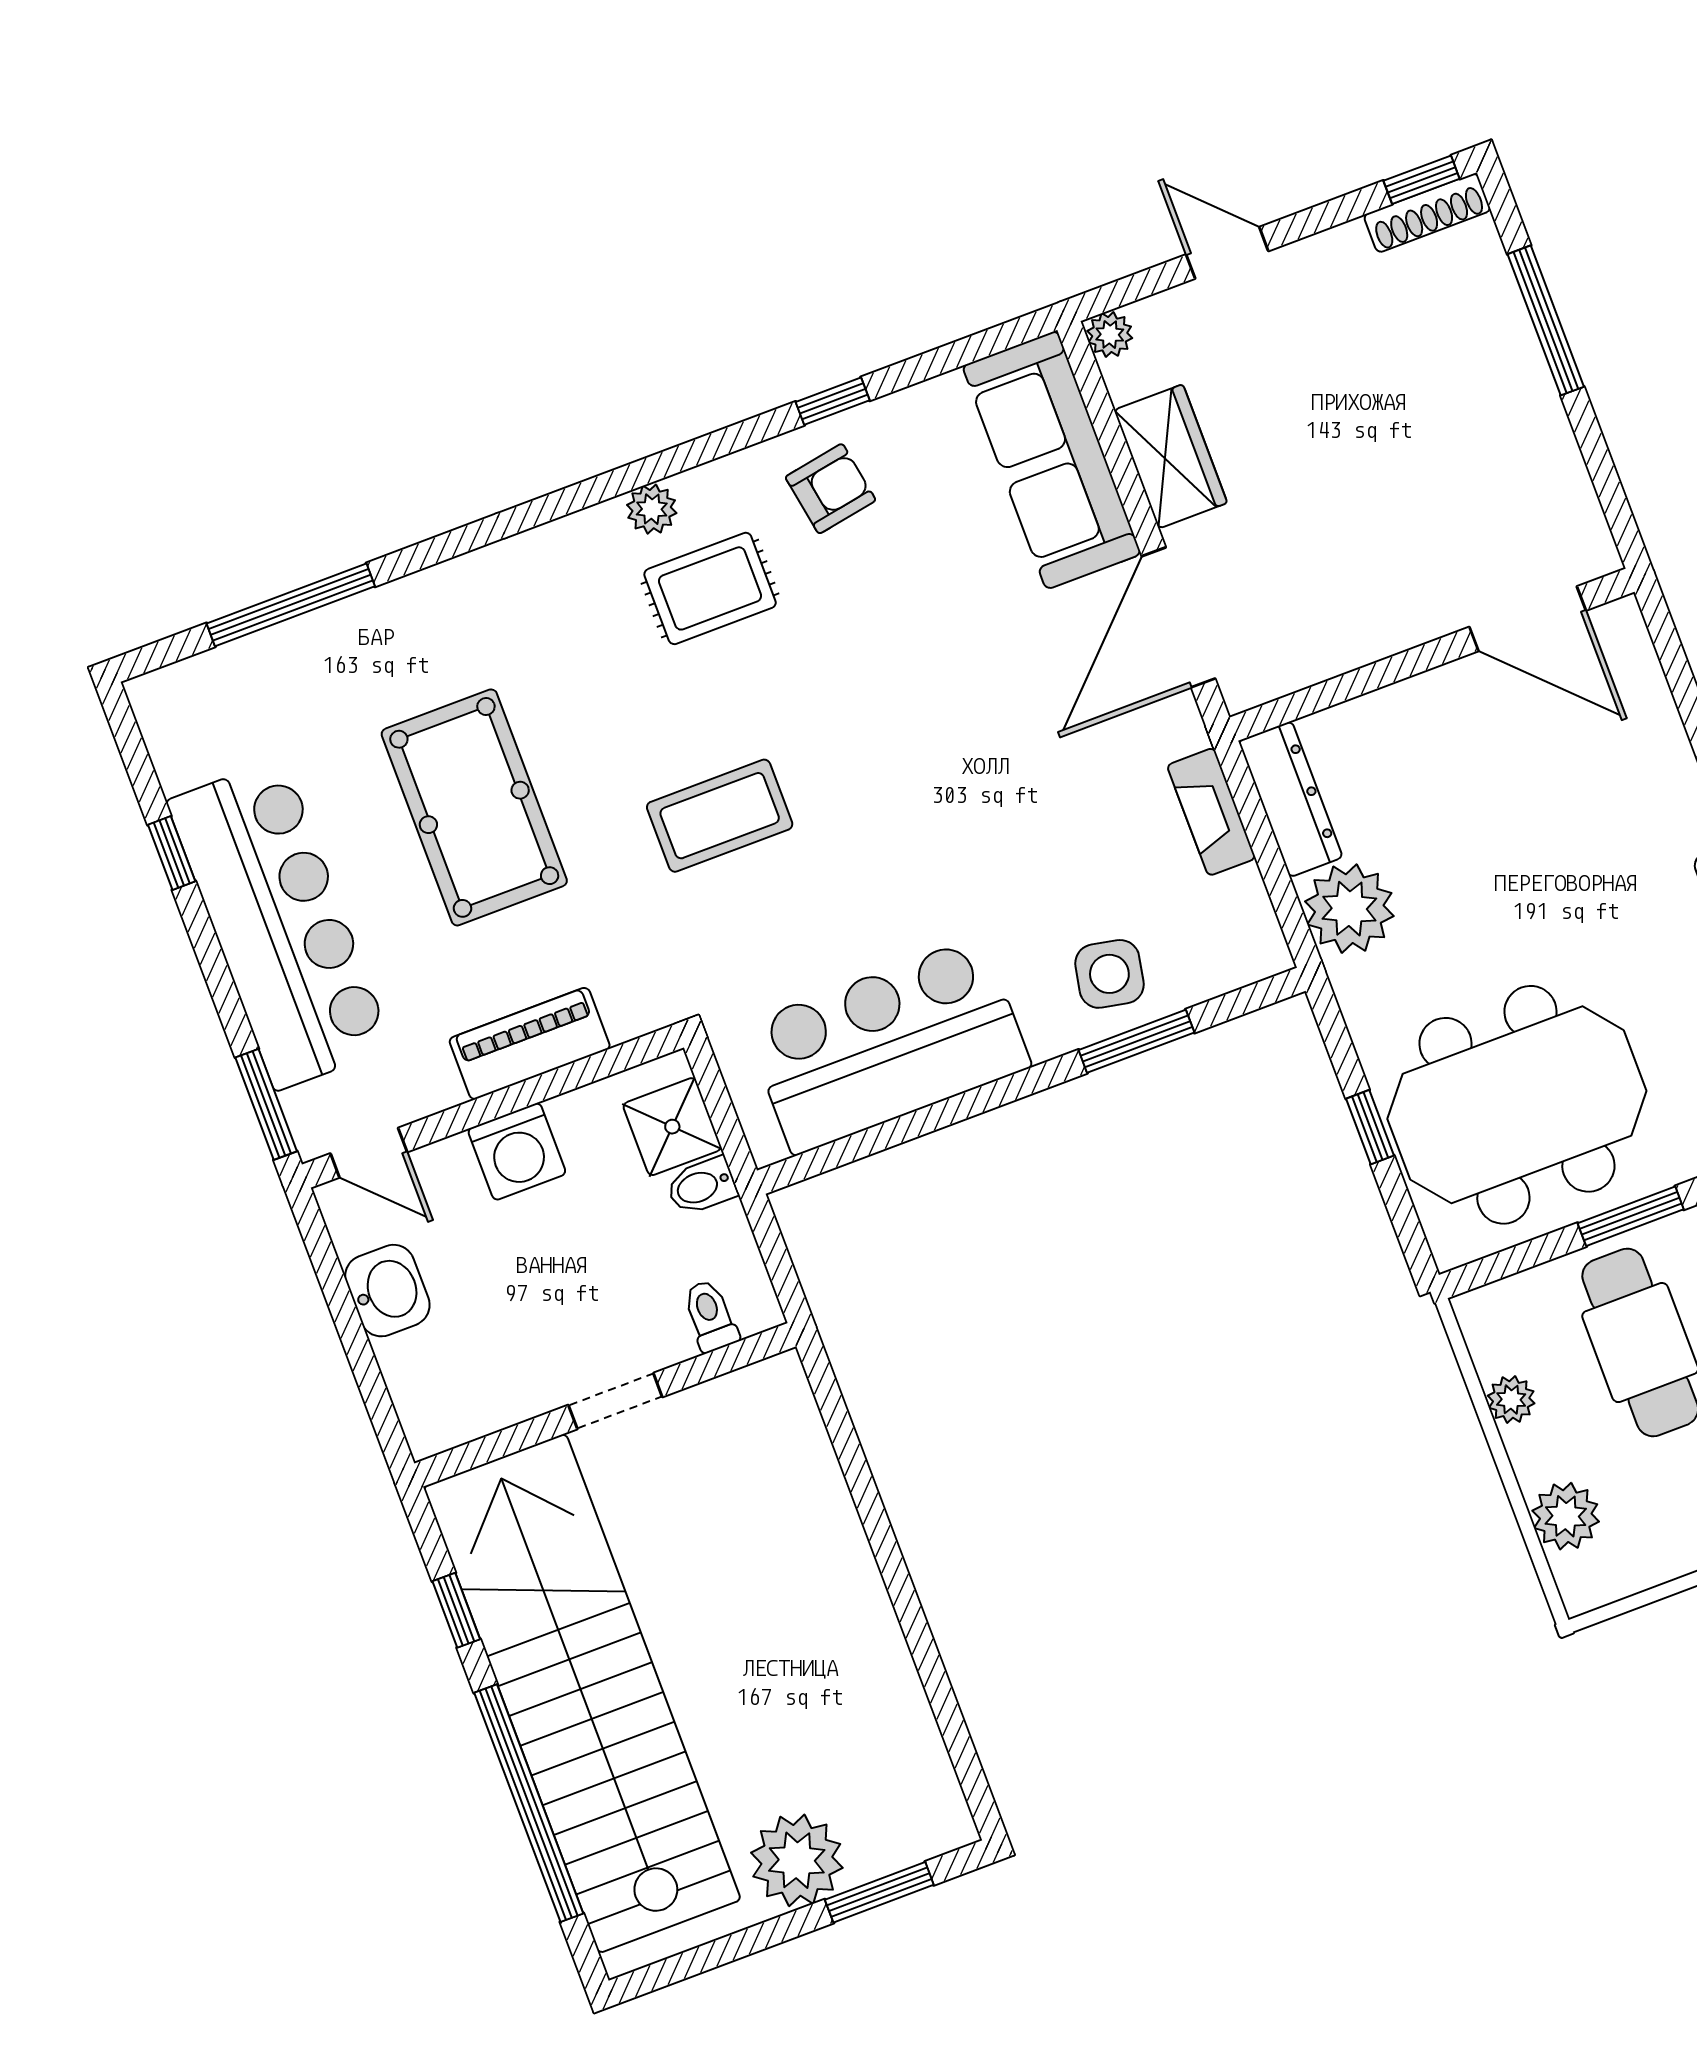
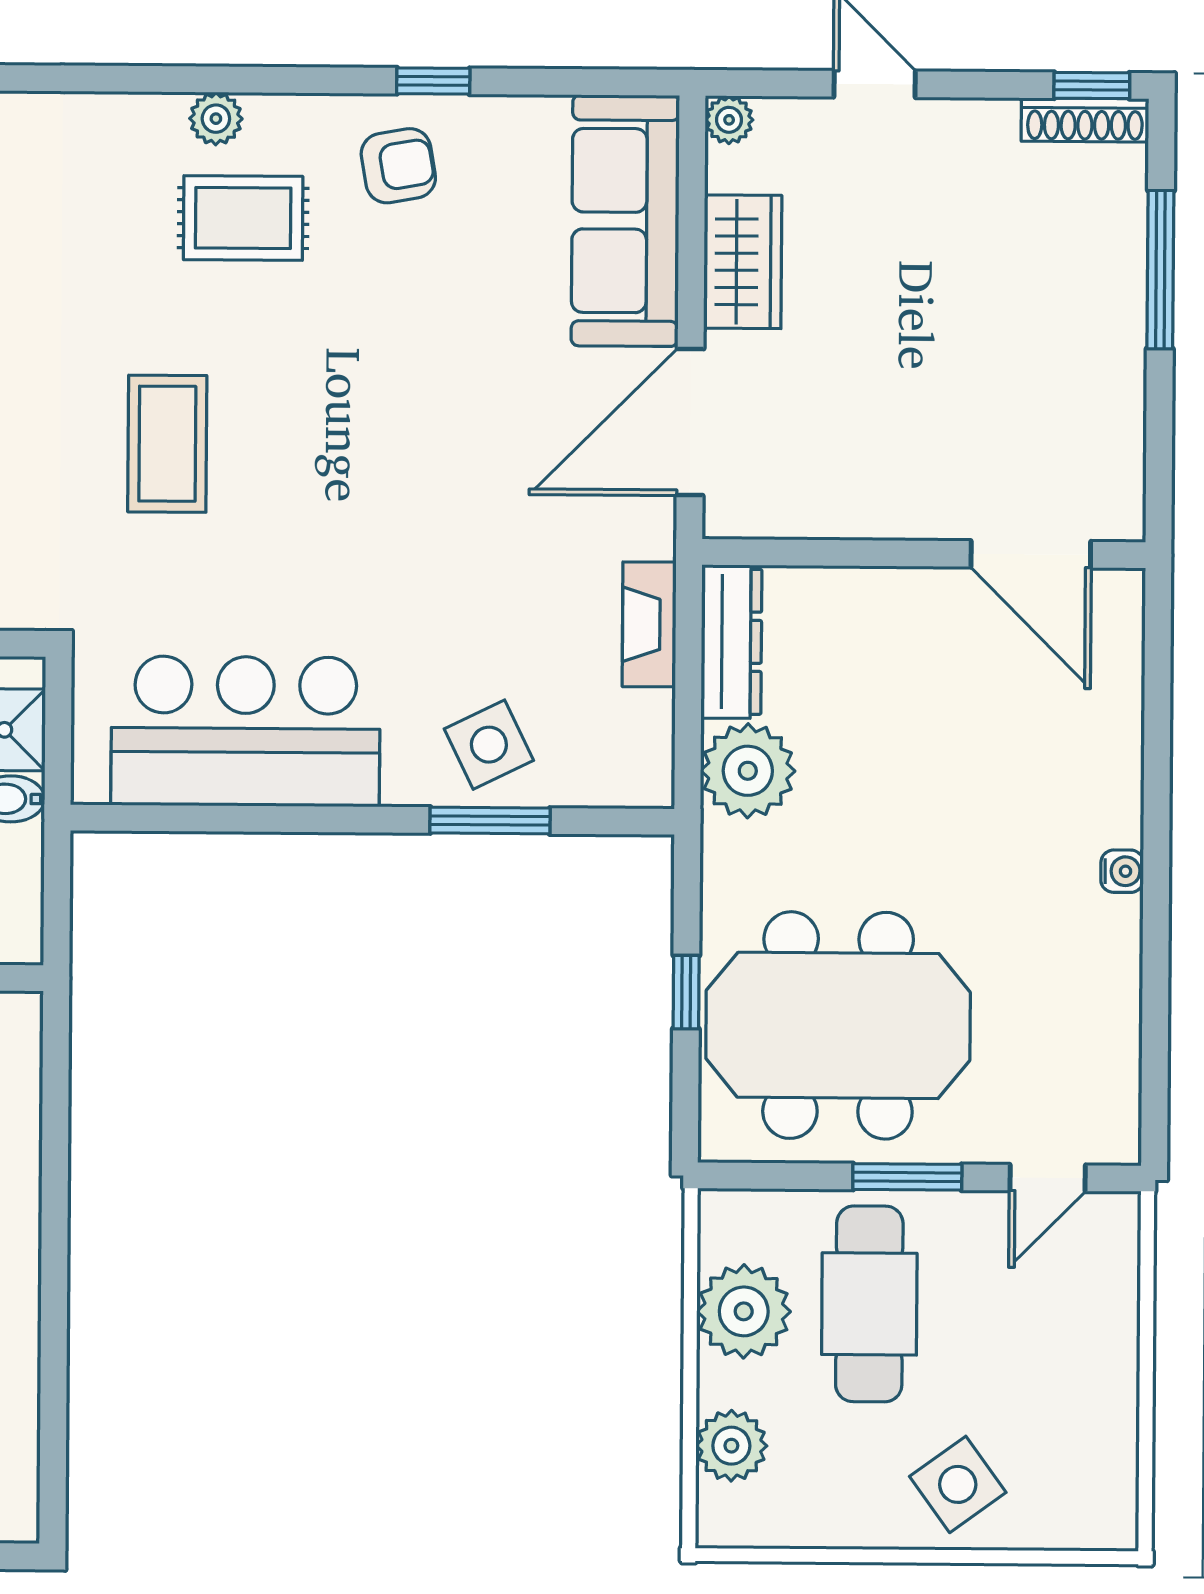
coffee table: (720, 816) -> (167, 444), turned 90
side table: (1109, 974) -> (489, 745), turned -37
plant: (1511, 1400) -> (744, 1311), width x1.88, depth x1.88

